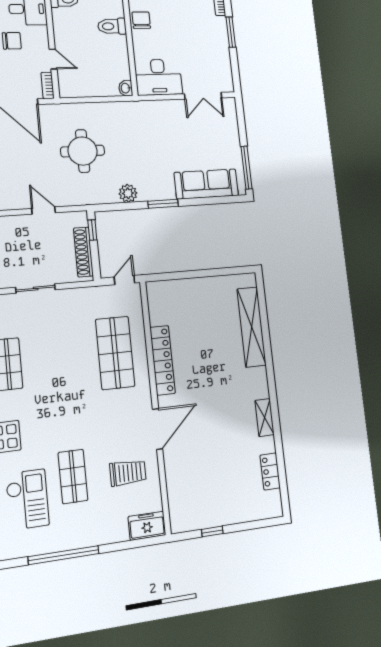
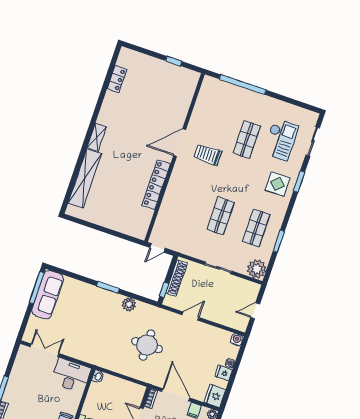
sofa: (206, 184) -> (48, 295), moved, turned -90
door: (44, 211) -> (191, 316), swing flipped
shop shelf: (115, 353) -> (221, 216), moved, width x0.70, depth x0.74
shelving: (265, 418) -> (97, 137), moved
trolley: (128, 473) -> (208, 155), moved
checkout: (27, 499) -> (281, 140), turned 180
freezer: (147, 526) -> (214, 86), removed
window: (64, 555) -> (243, 85), moved

